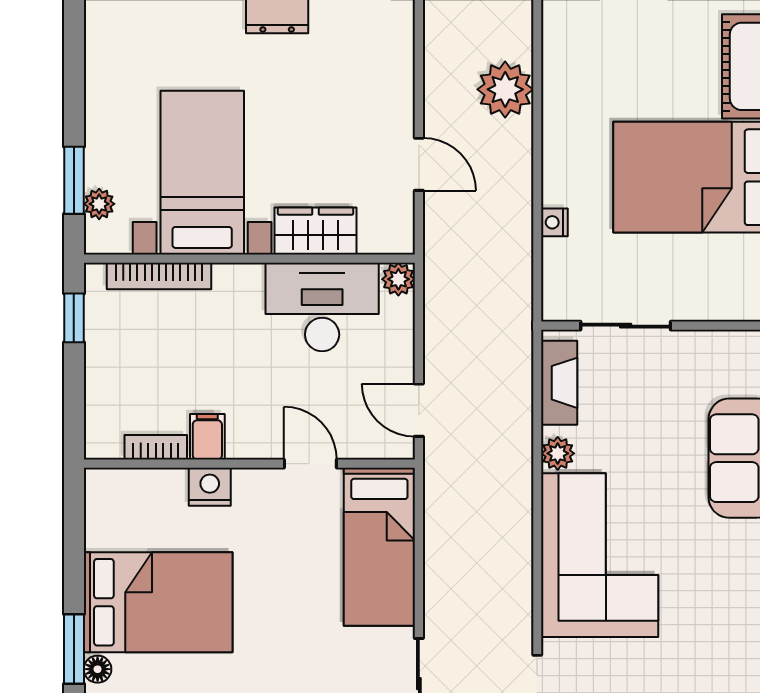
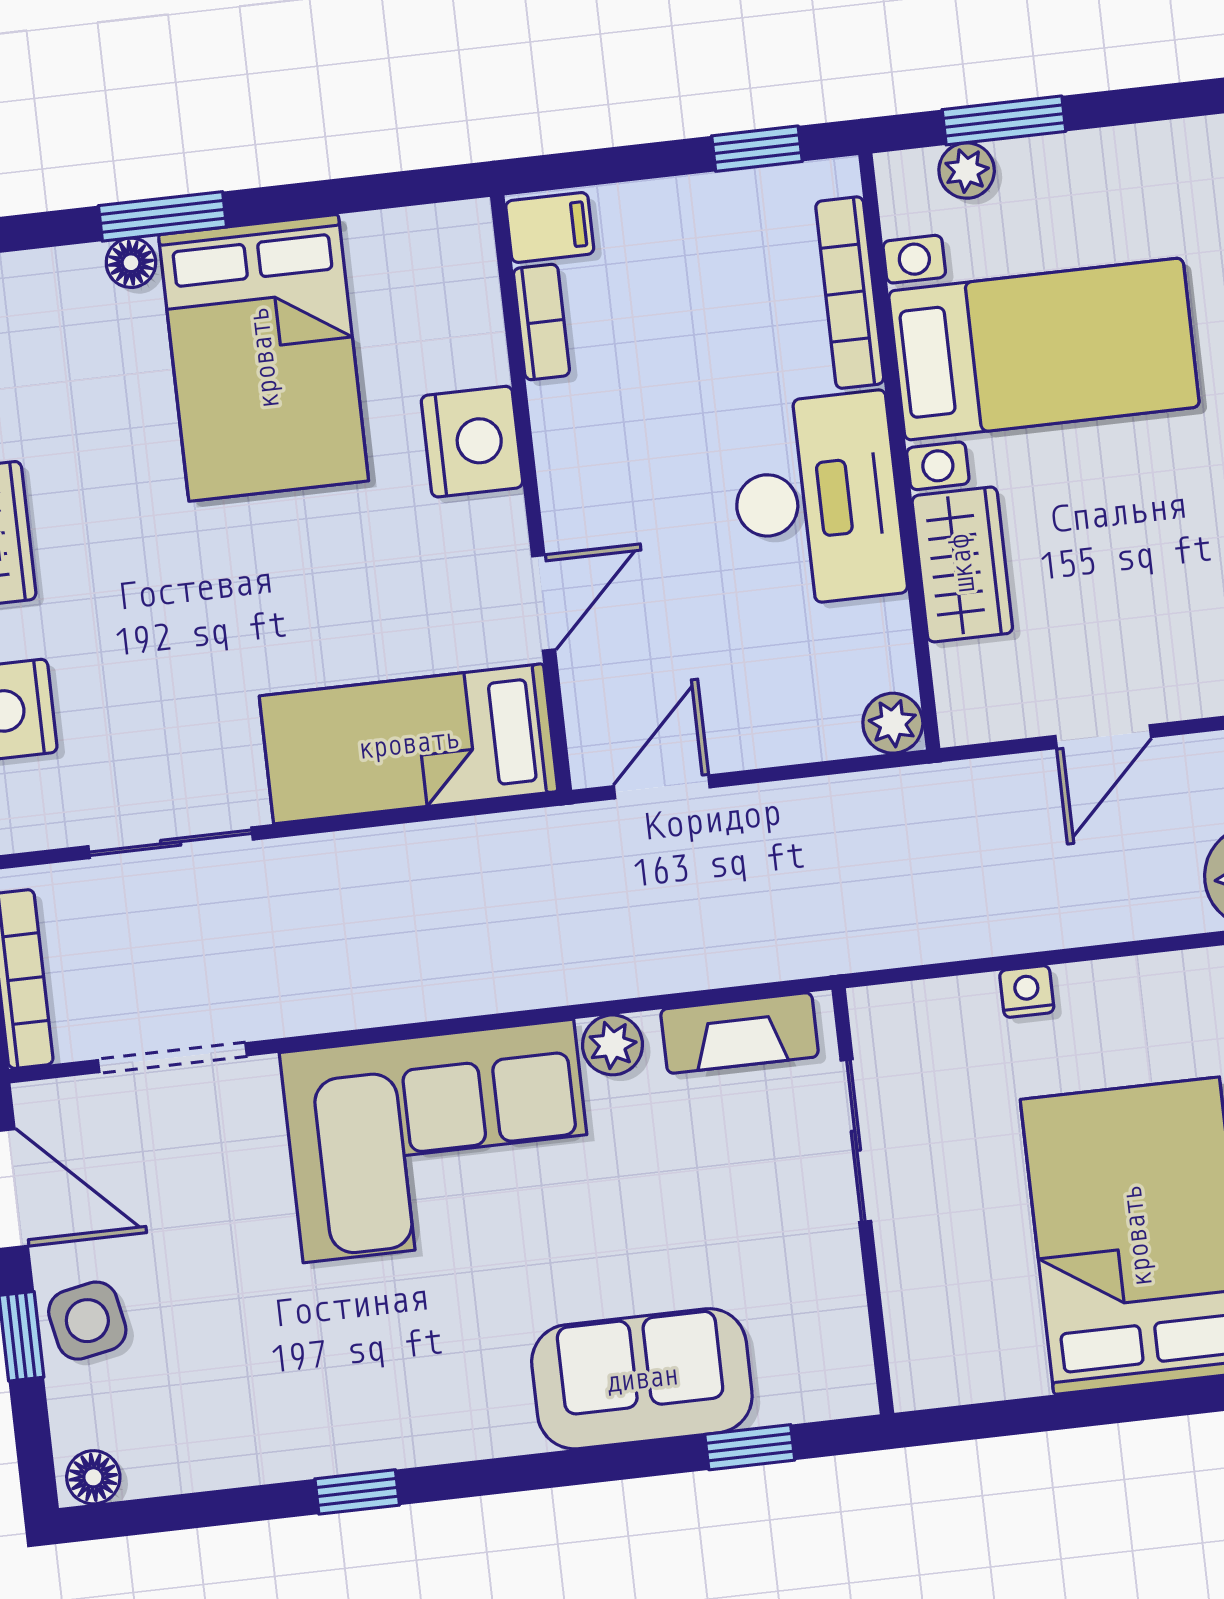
desk: (322, 307) -> (817, 500), moved
filing cabinet: (207, 437) -> (550, 227), moved
nightstand: (210, 487) -> (472, 442), width x1.36, depth x1.33

